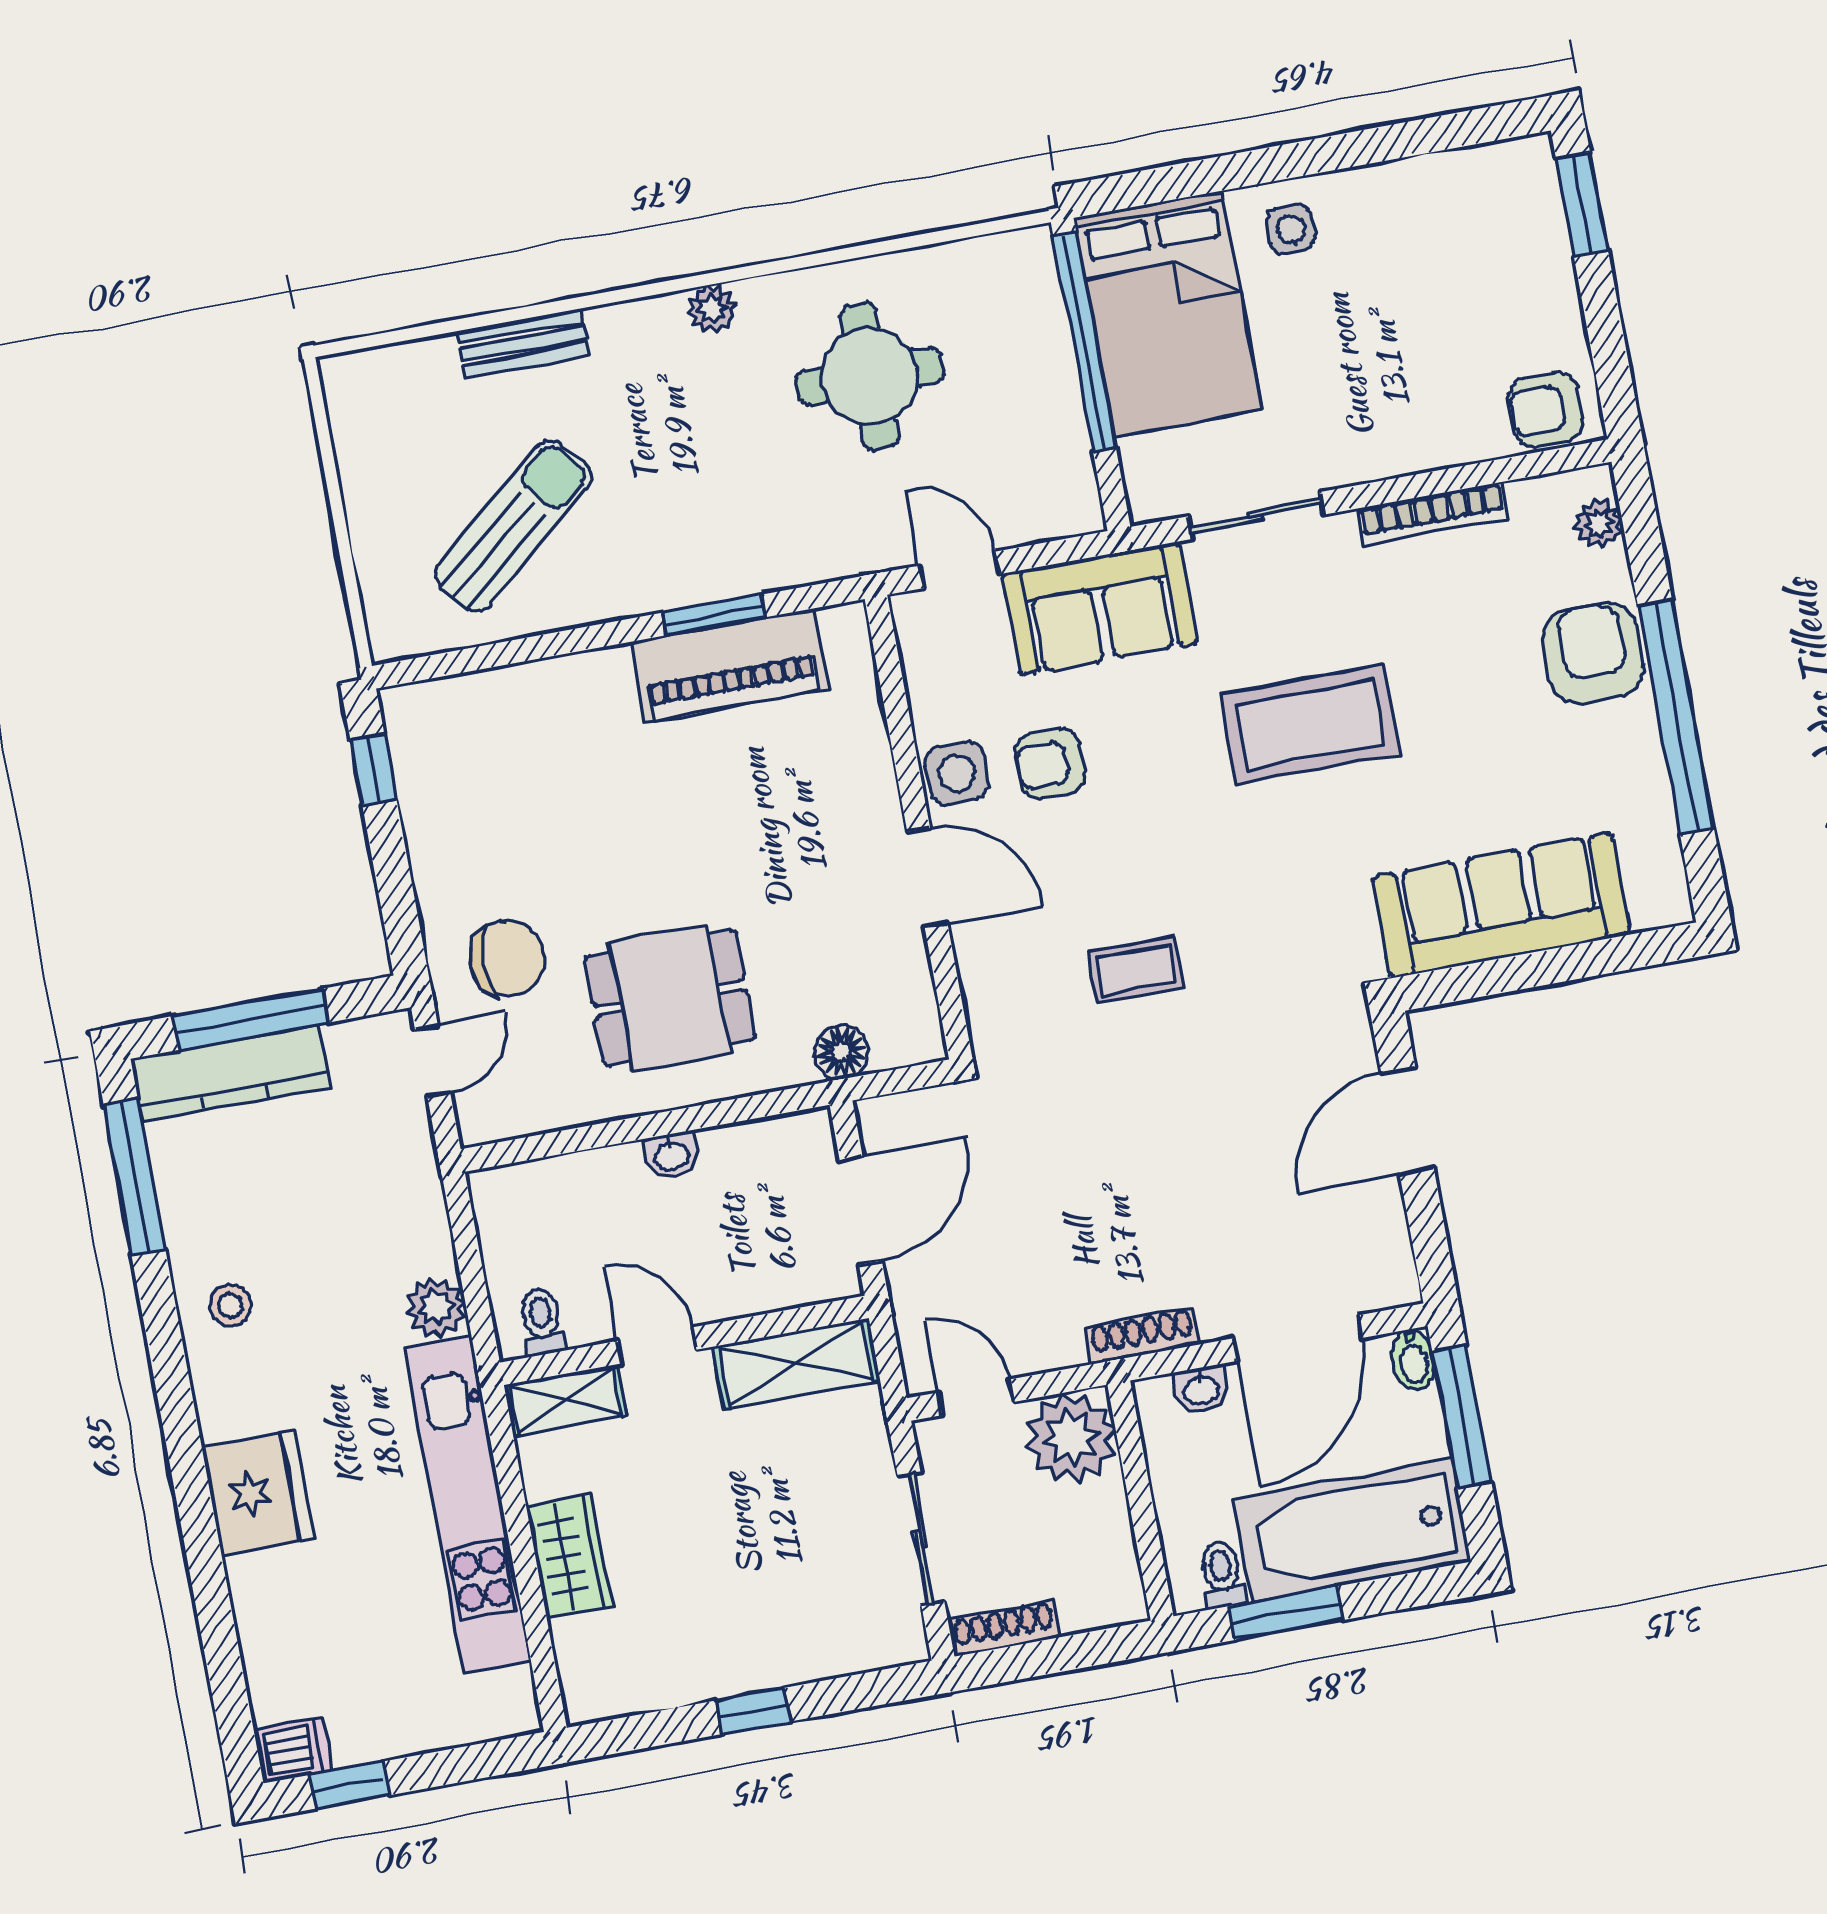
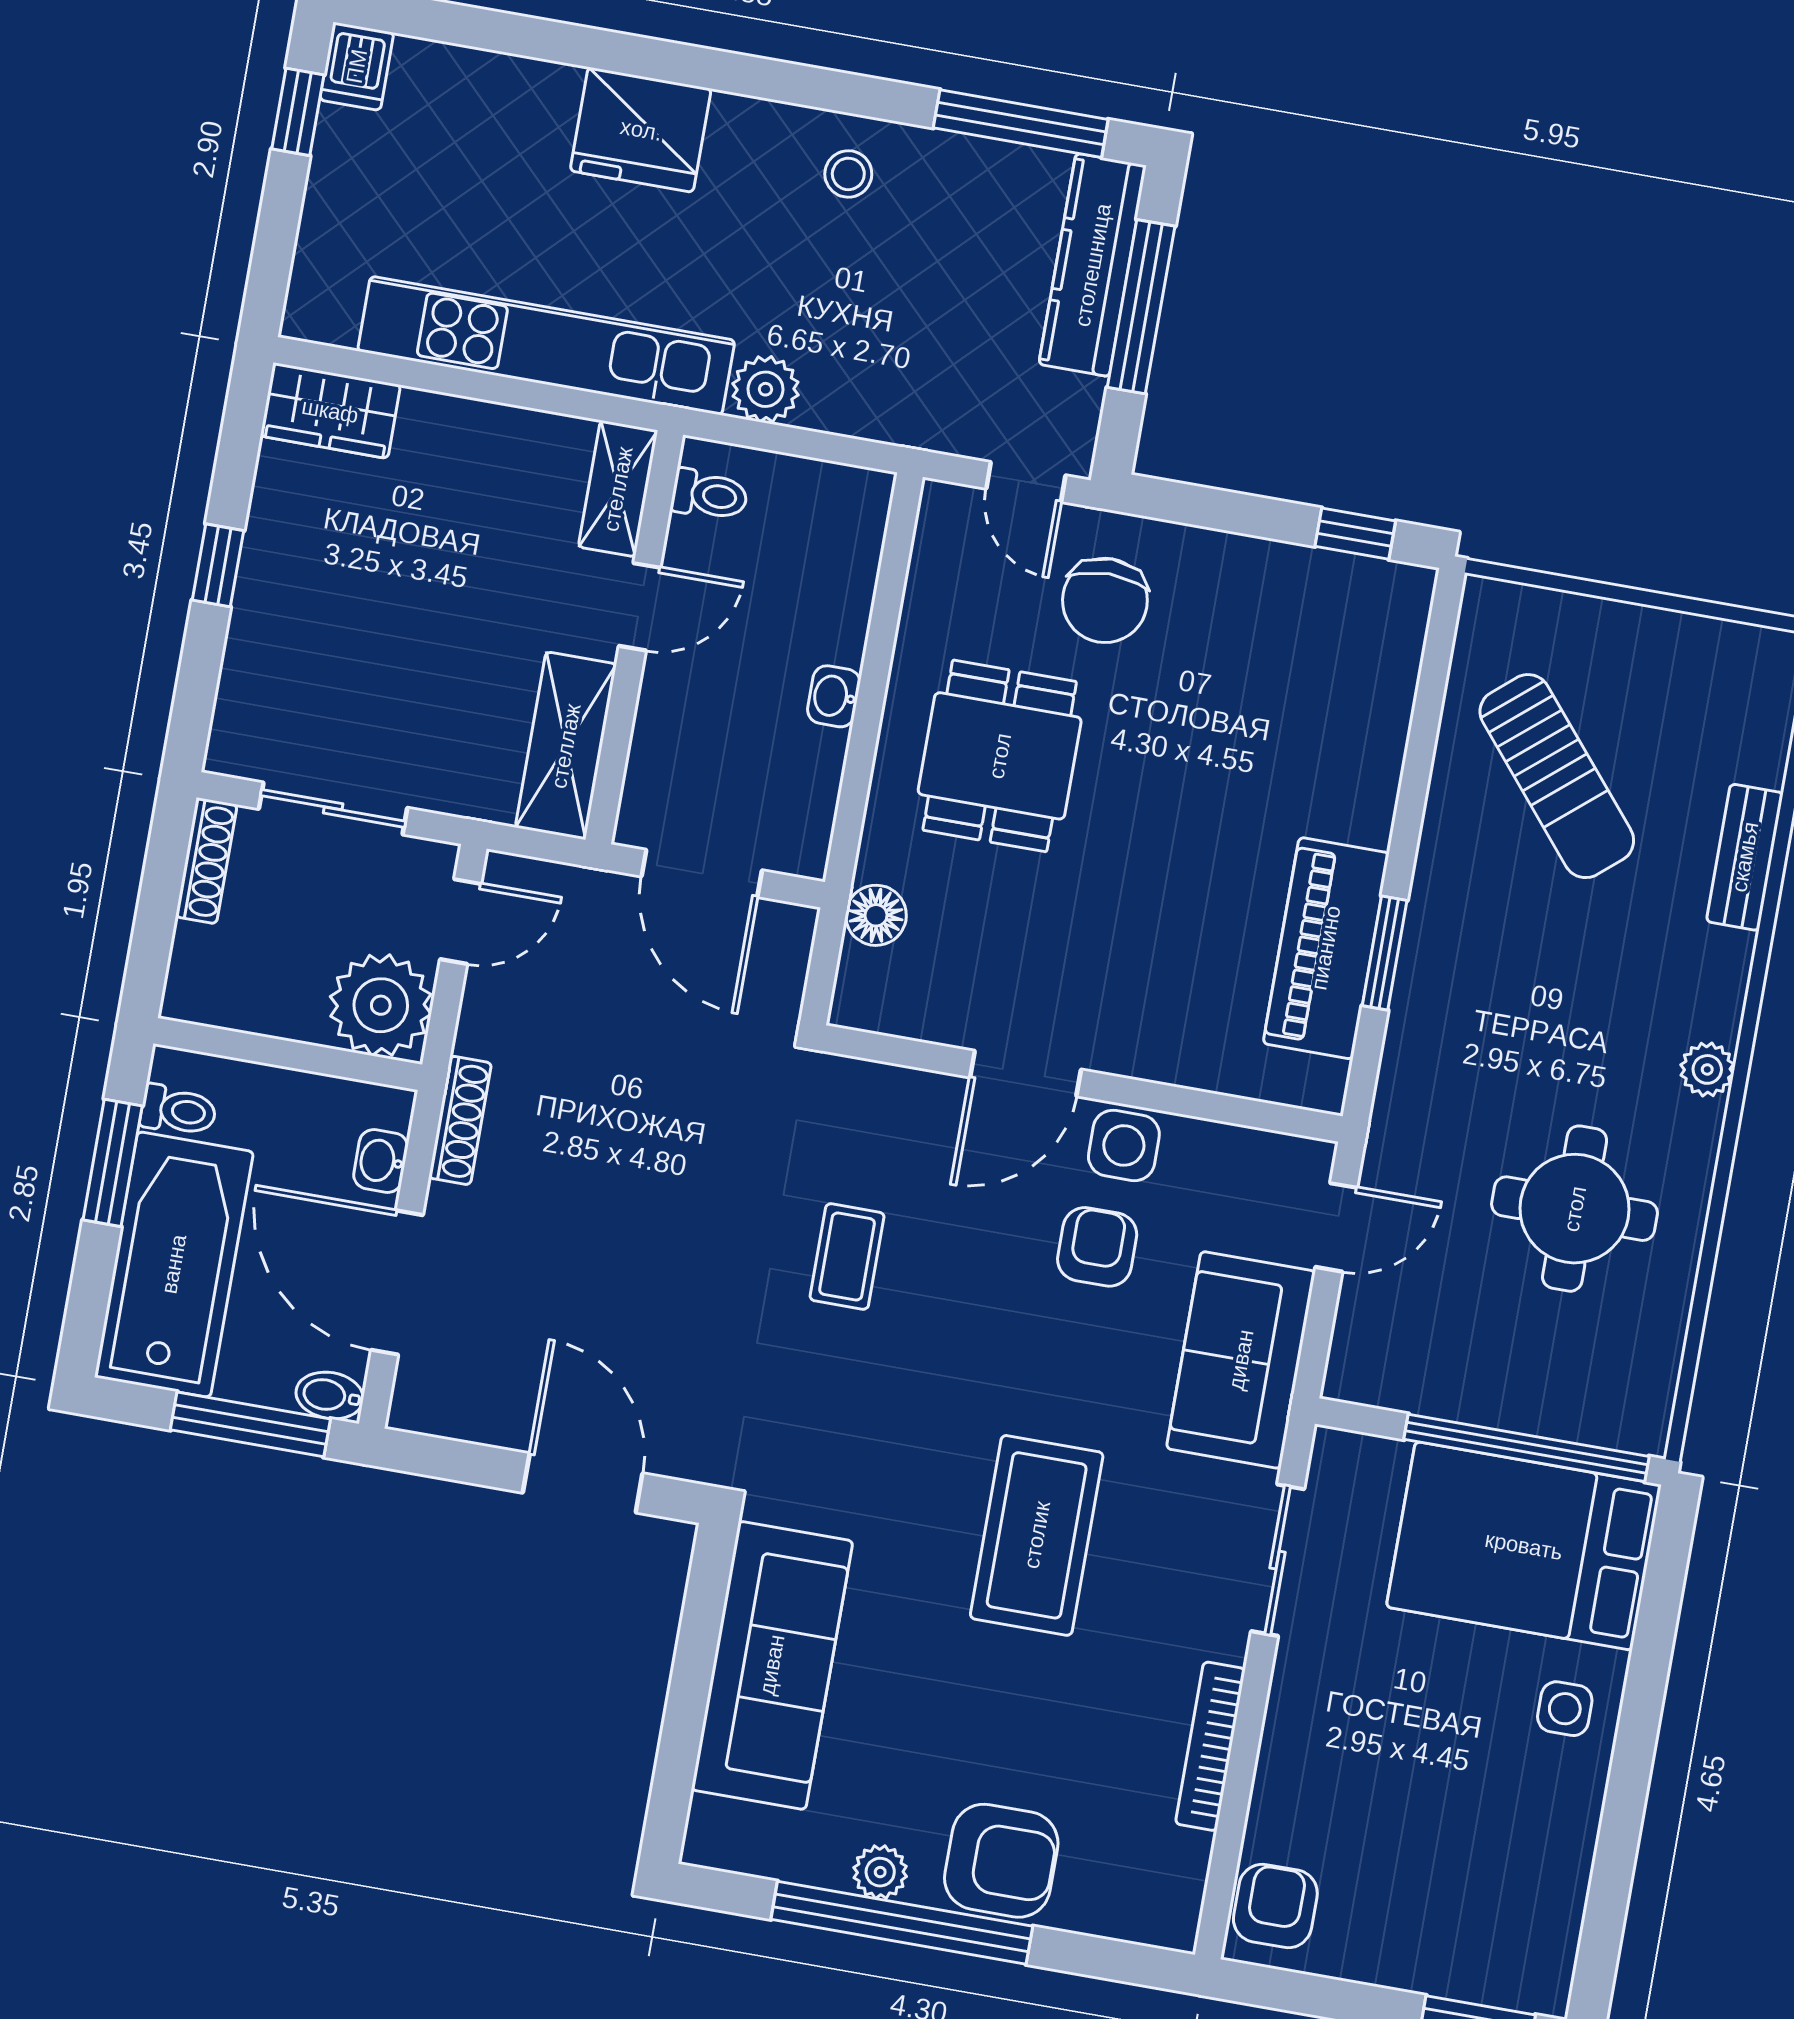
plant: (1599, 523) -> (880, 1872), moved
wardrobe: (569, 1556) -> (330, 411), moved

